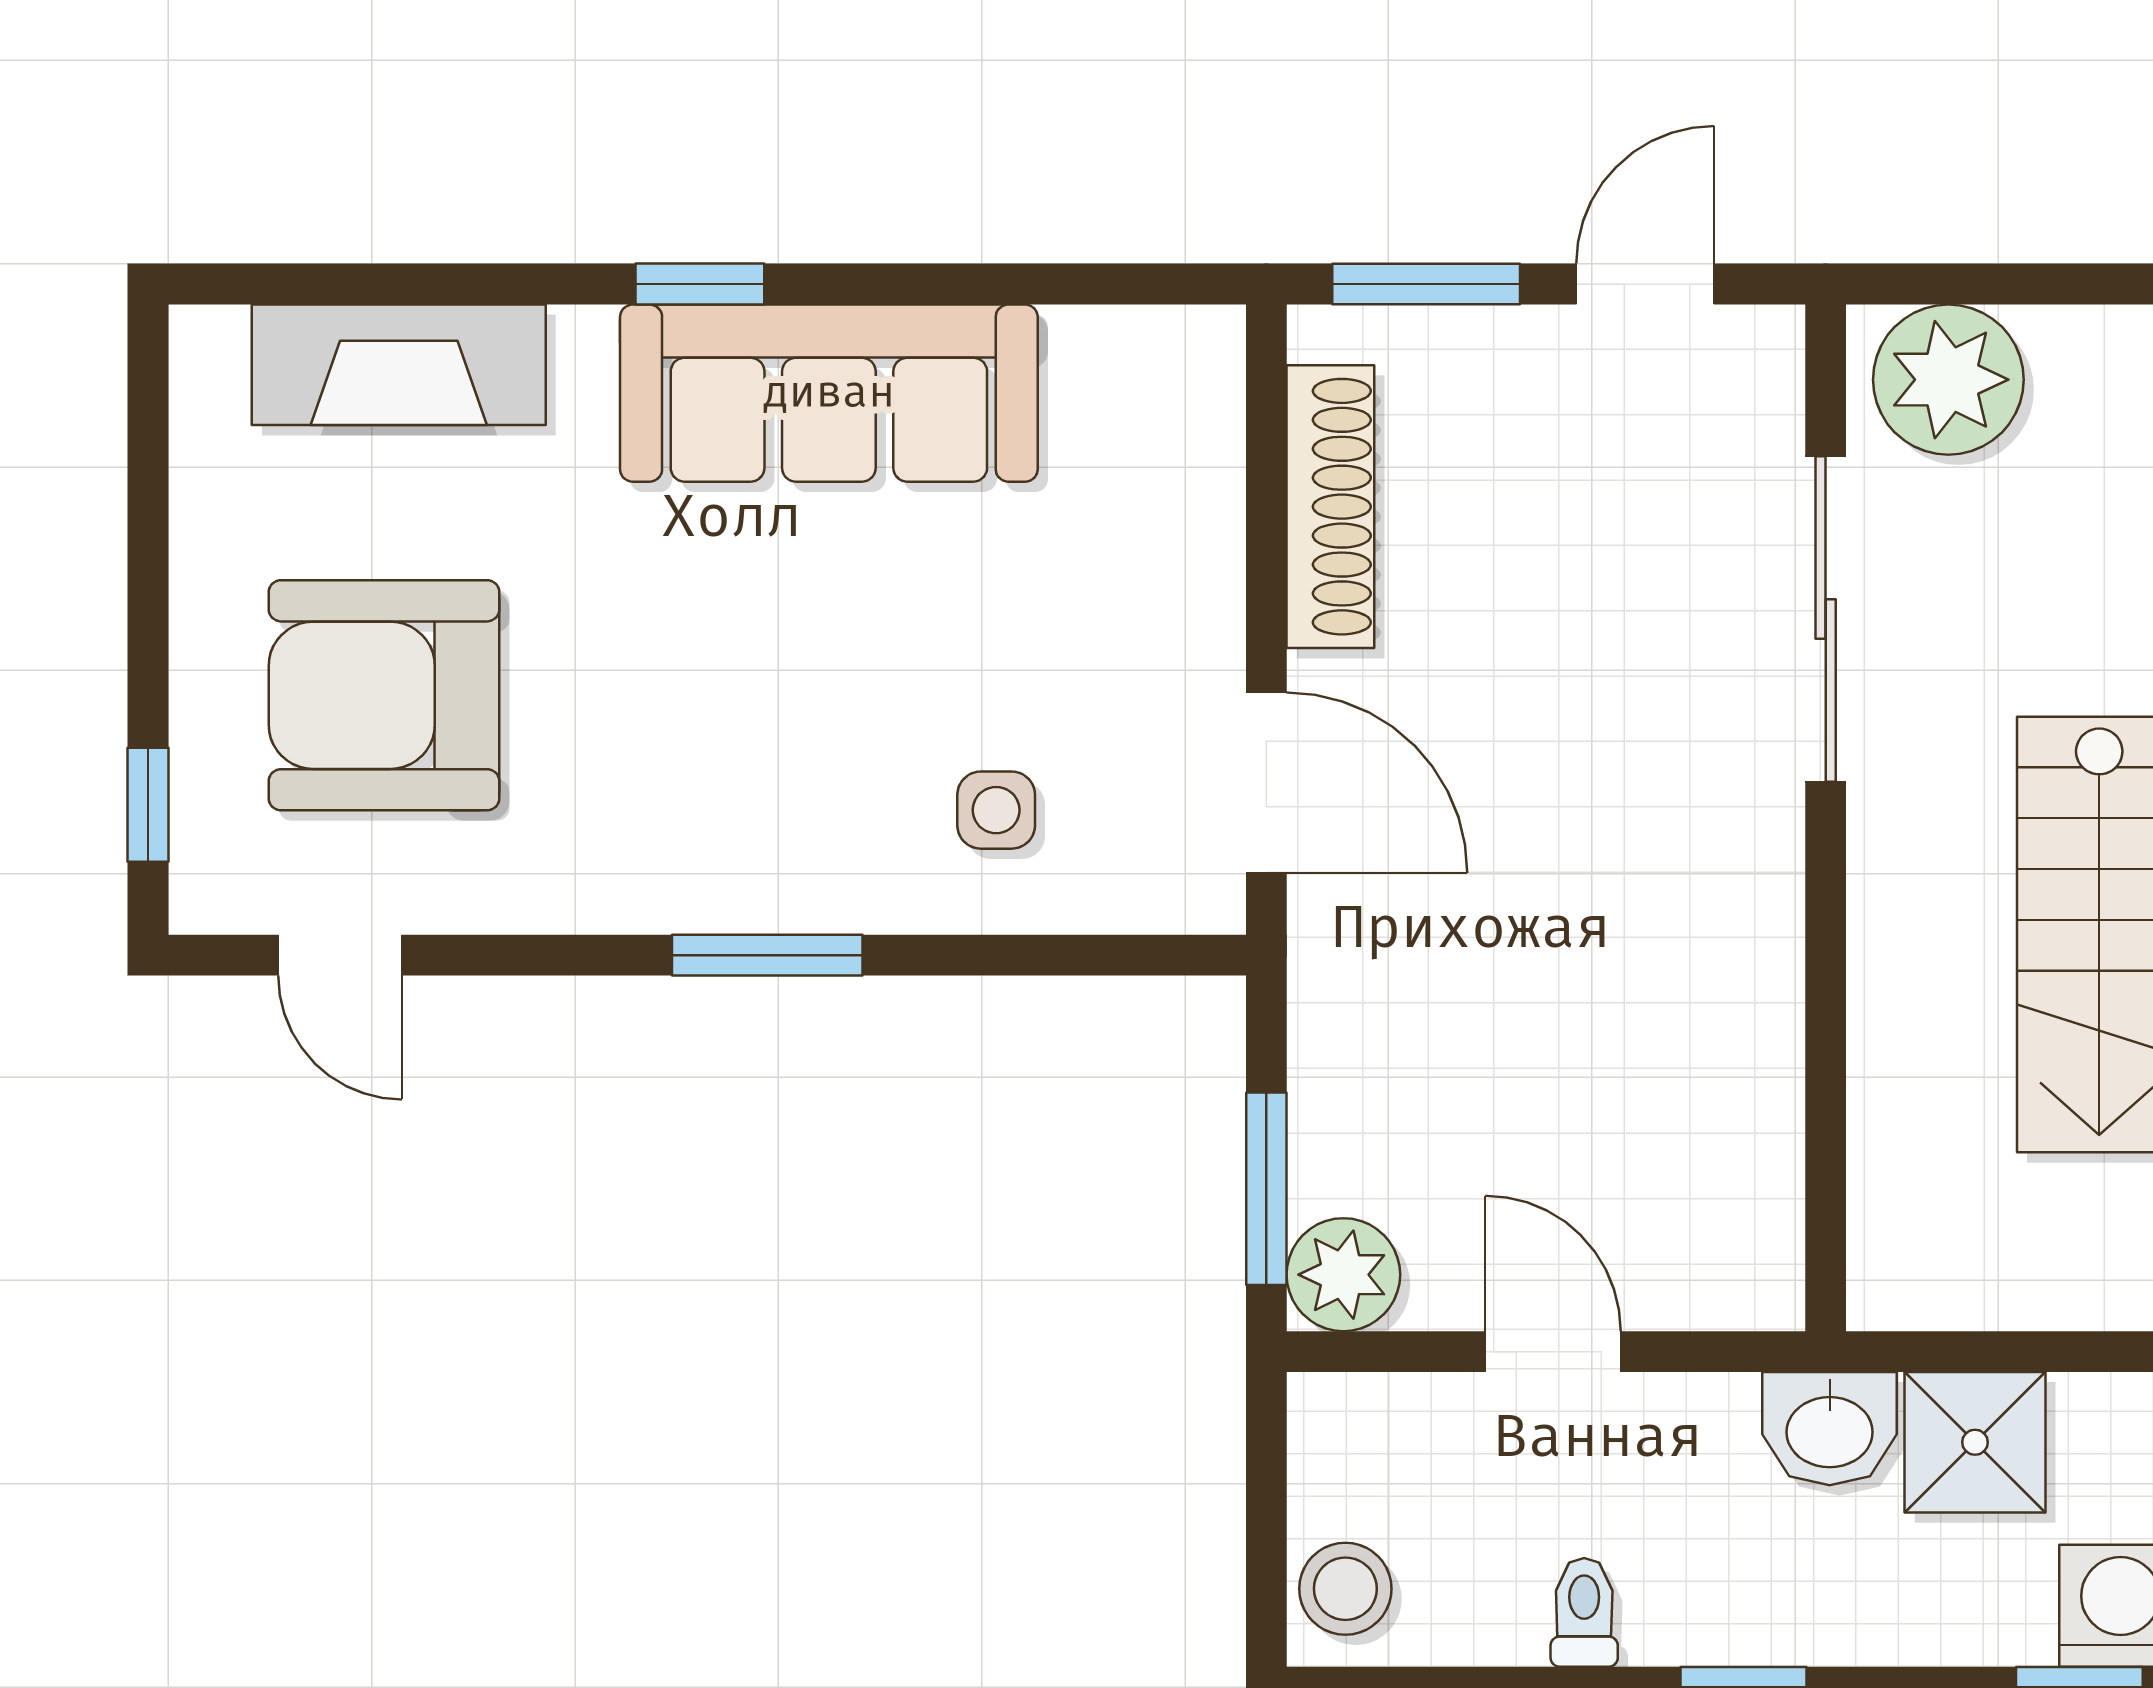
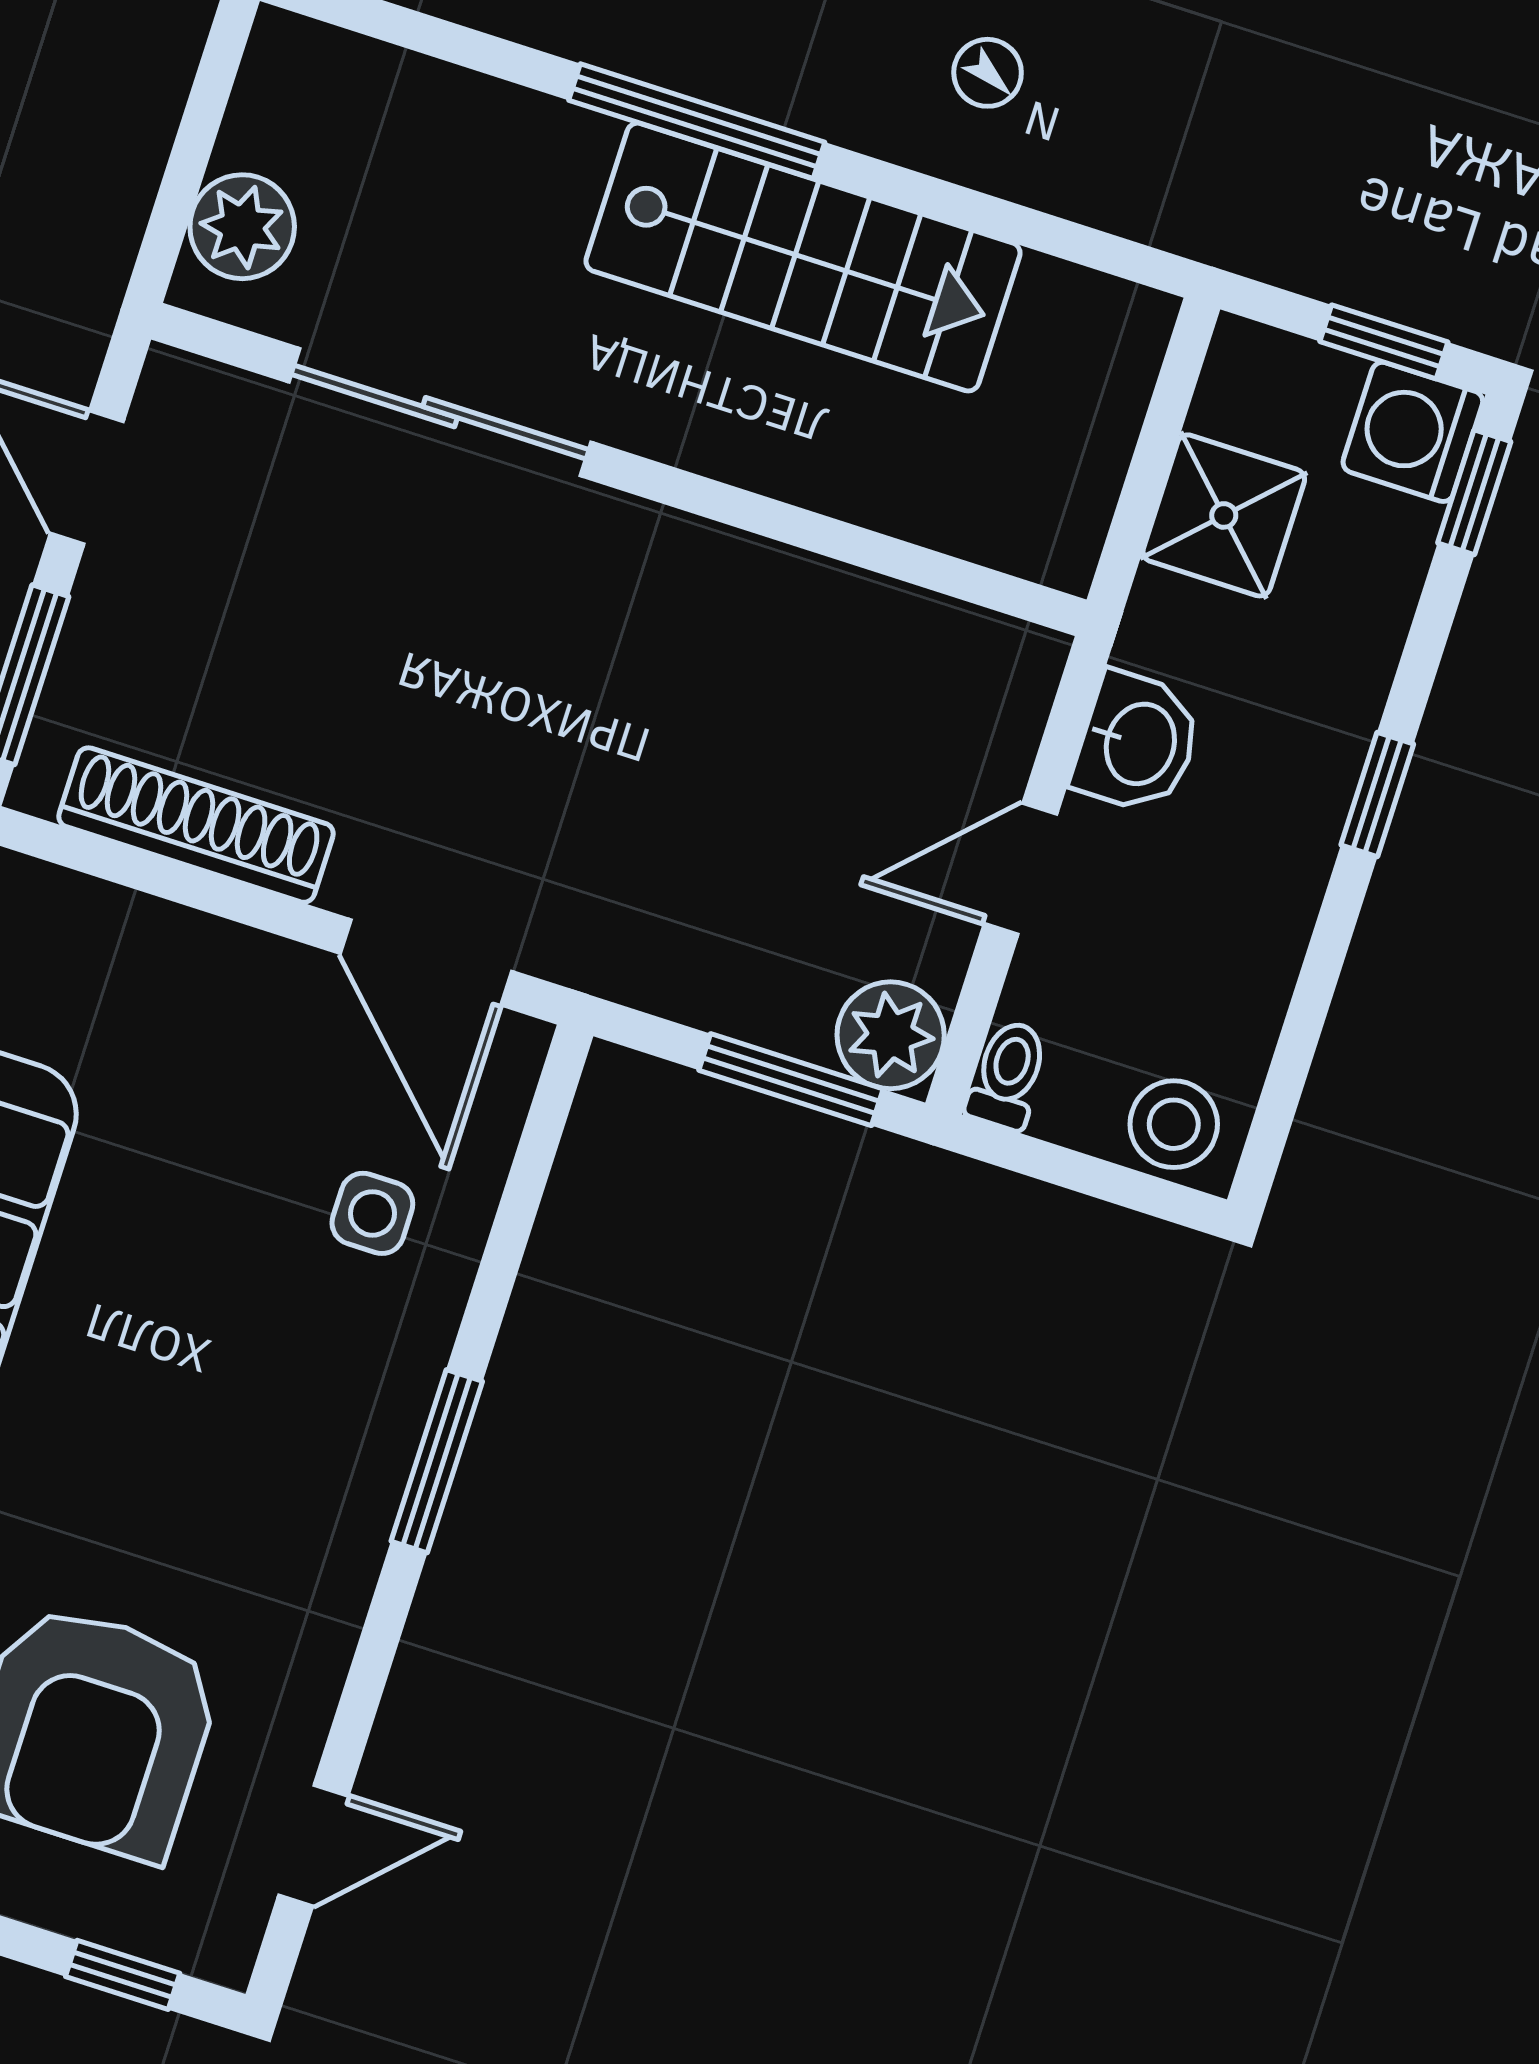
plant: (1948, 380) -> (242, 227), width x0.73, depth x0.73
door: (1266, 783) -> (426, 962), swing flipped
washbasin: (1830, 1429) -> (1137, 743), moved
toilet: (1584, 1612) -> (1008, 1075), moved, turned 90

